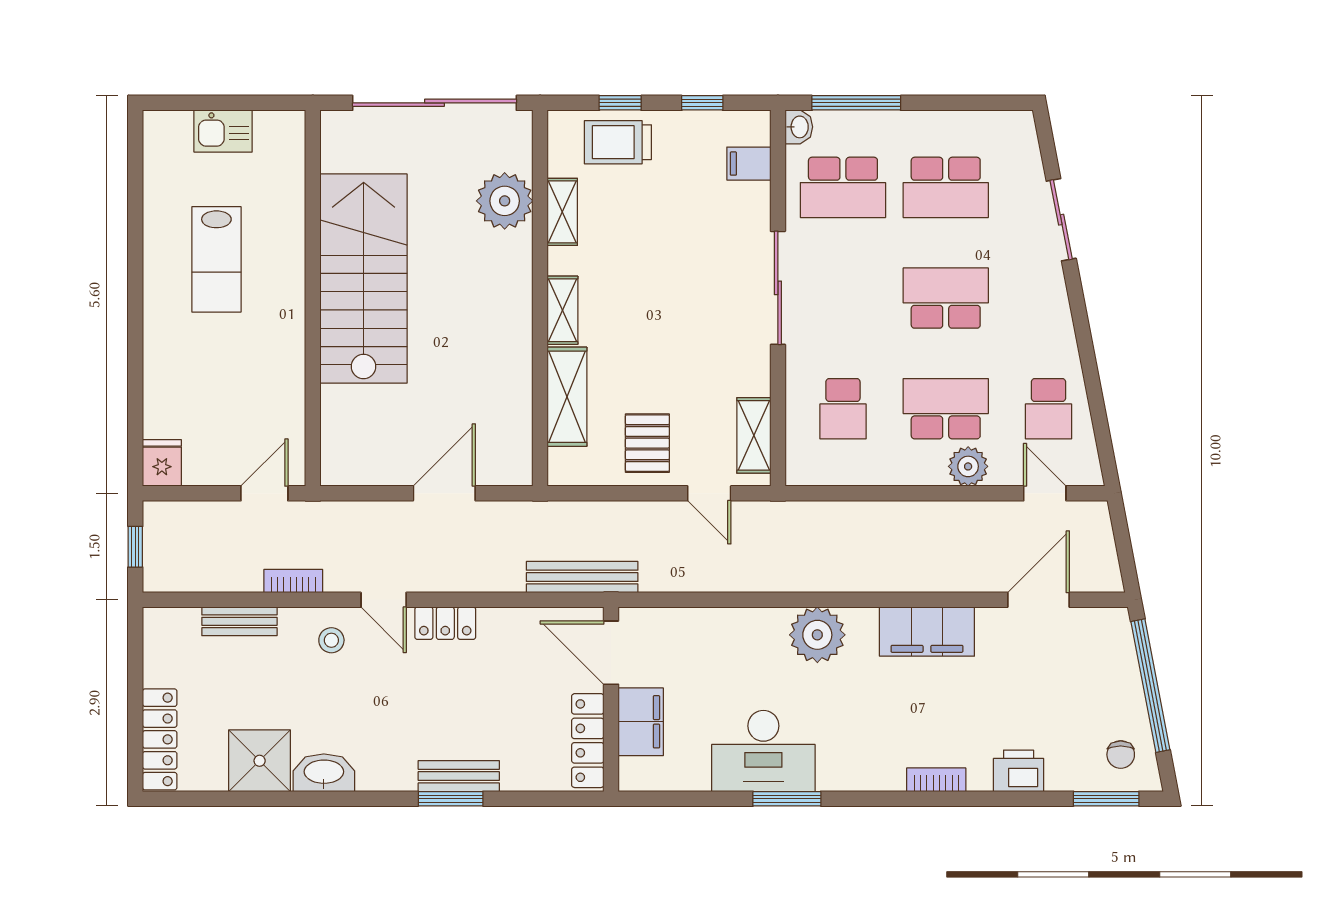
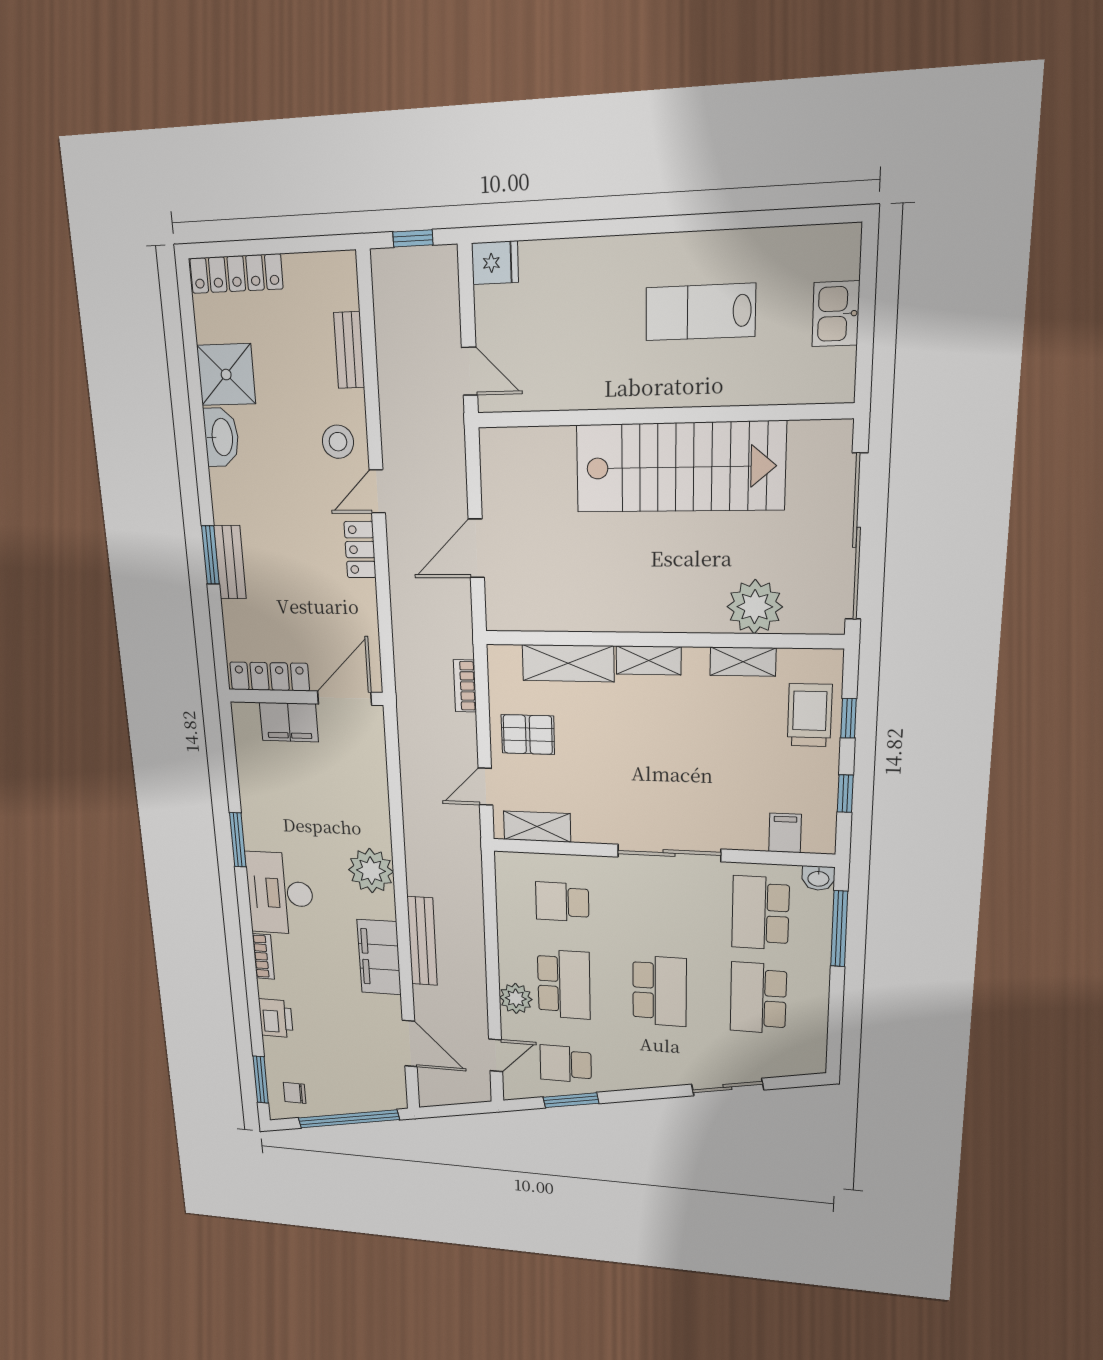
window: (1096, 403) -> (571, 1100), added
door: (444, 493) -> (476, 548), swing flipped
bench: (582, 577) -> (422, 941), moved
bookcase: (293, 581) -> (465, 686), moved, turned 180
stool: (331, 640) -> (338, 442), width x1.37, depth x1.37
desk: (763, 751) -> (280, 893), moved

